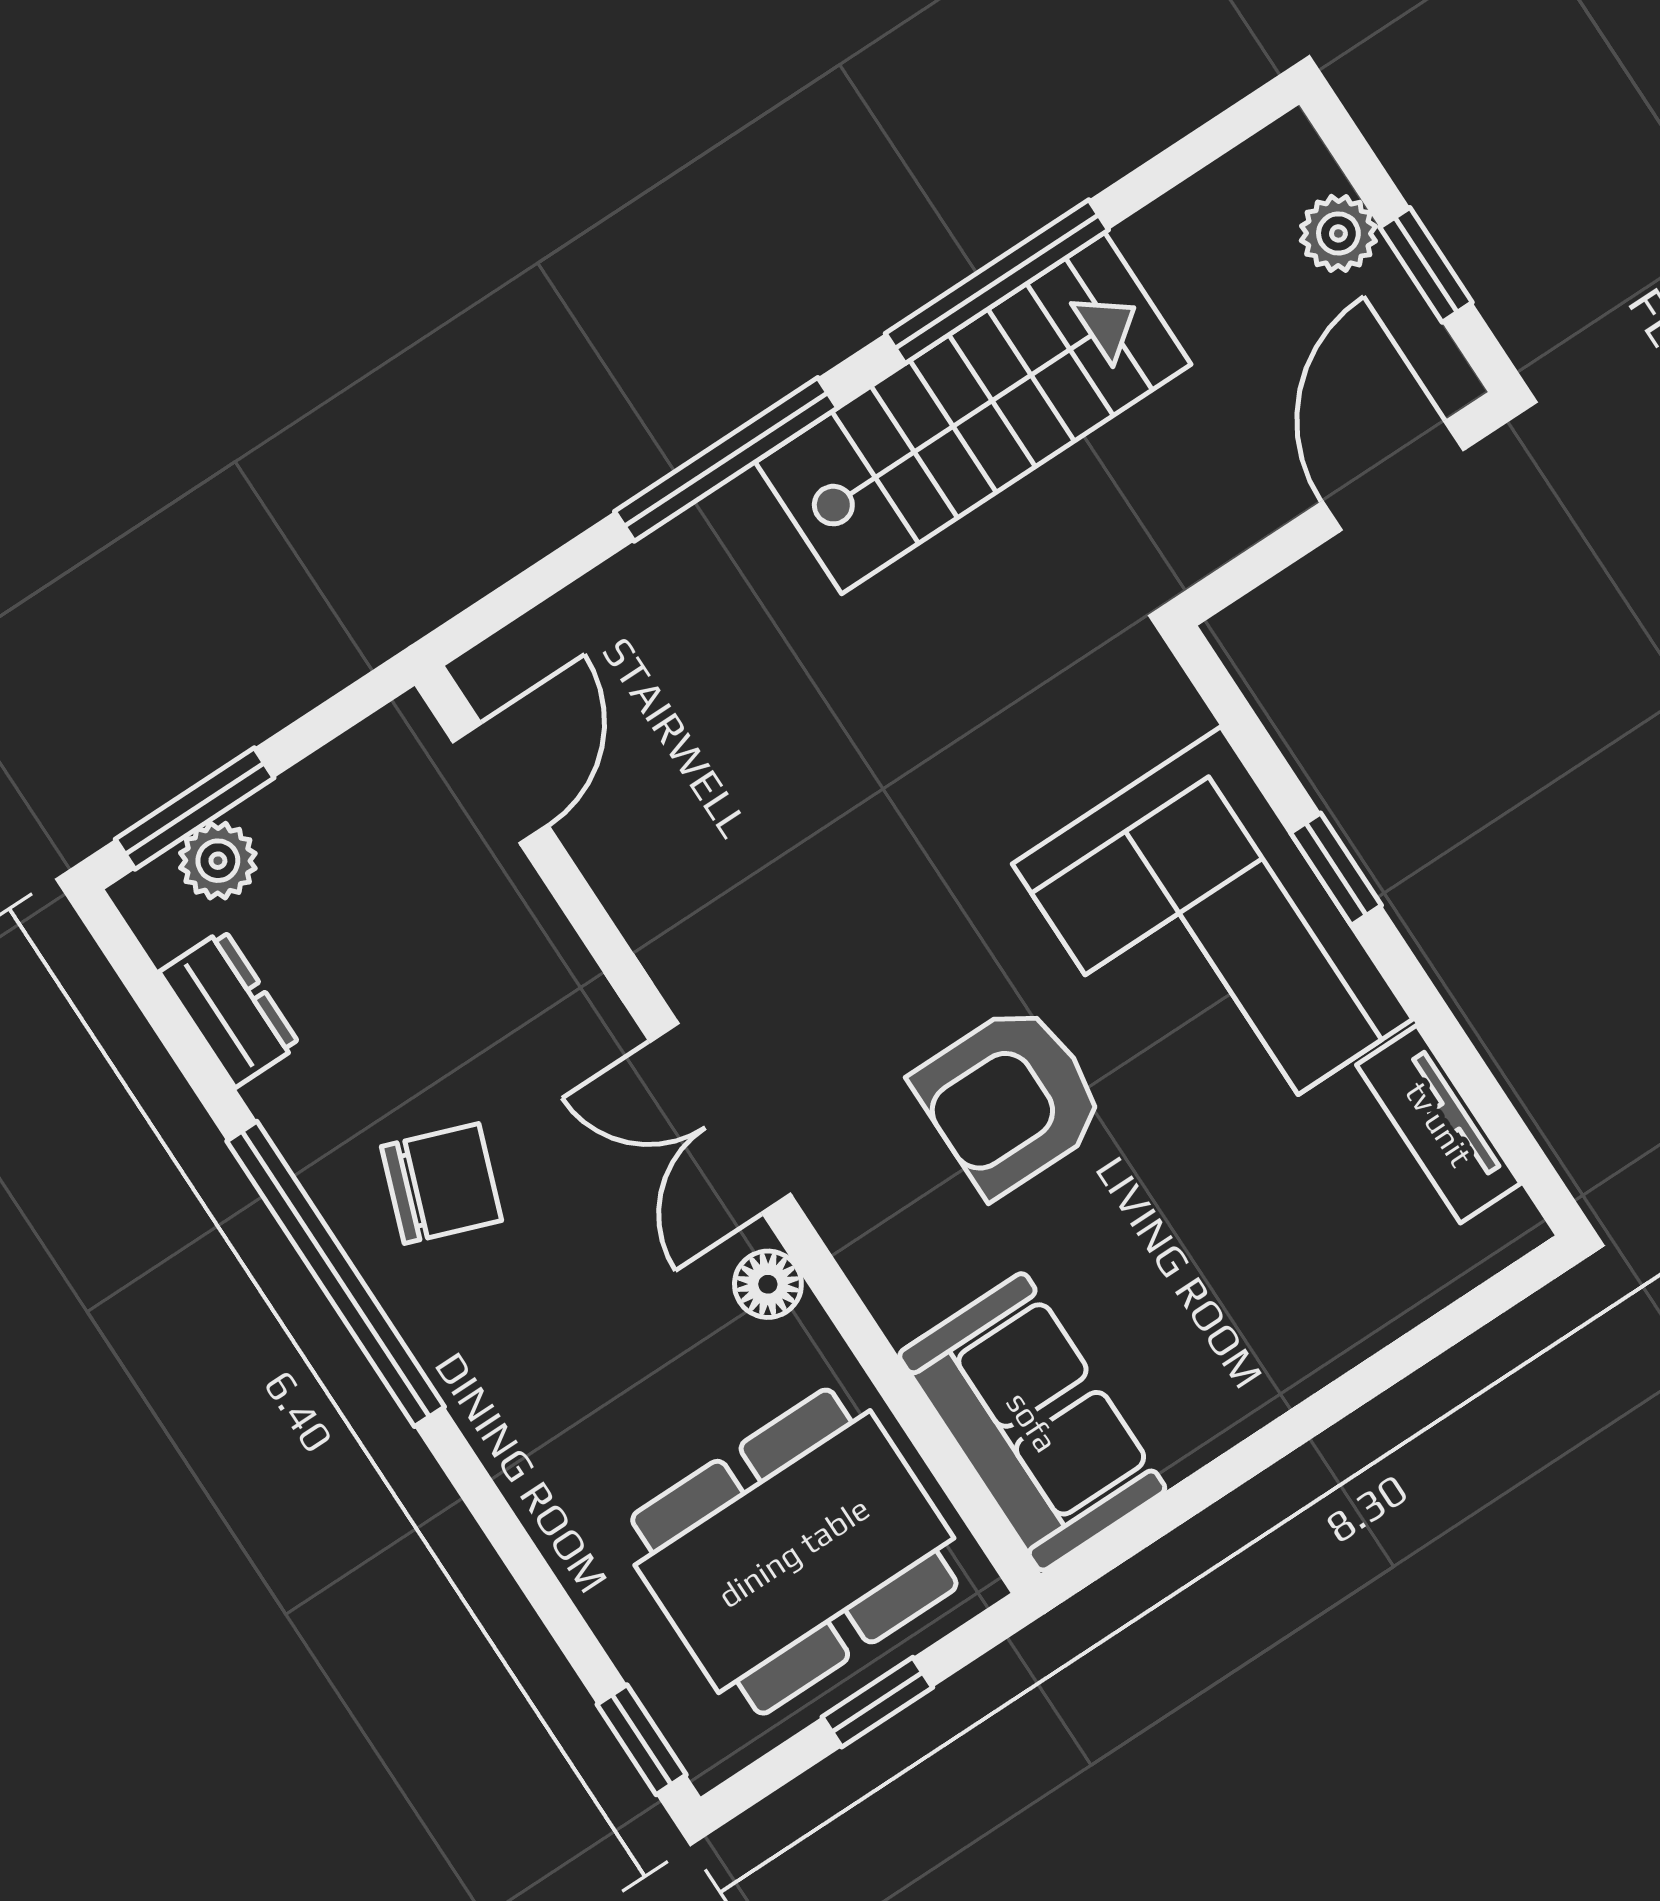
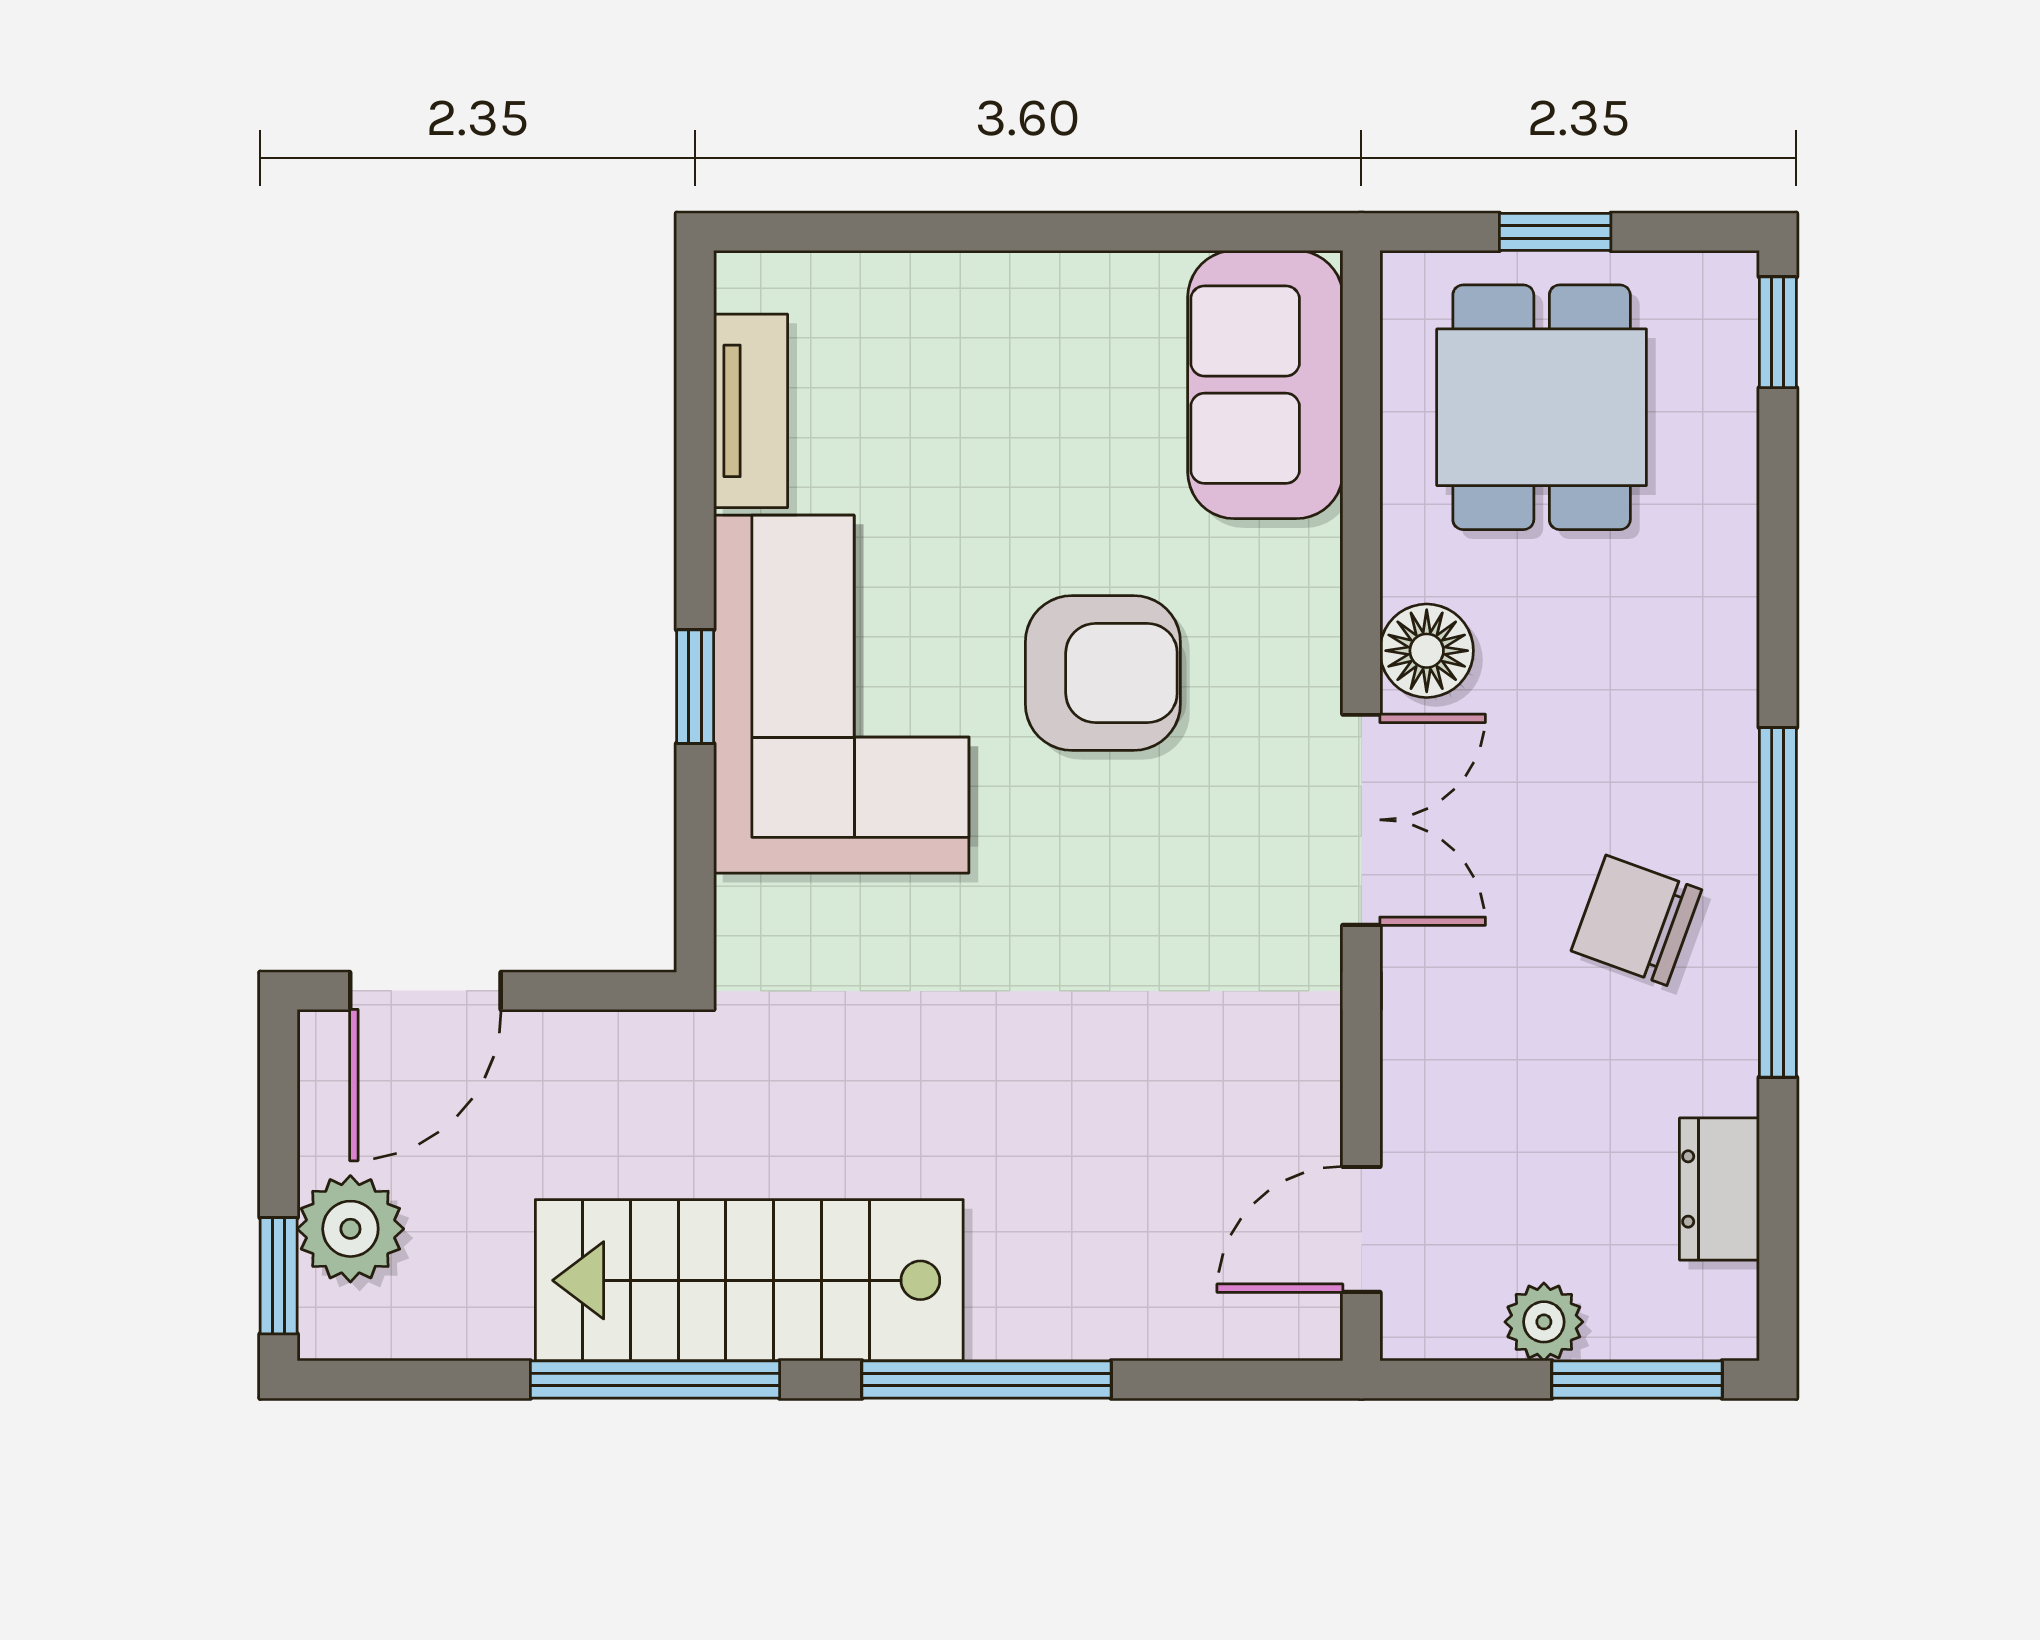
plant: (1338, 233) -> (350, 1229), width x1.38, depth x1.38
window: (1426, 265) -> (279, 1276), moved
plant: (218, 861) -> (1544, 1322), moved
floor lamp: (768, 1284) -> (1427, 651), width x1.37, depth x1.37
dining table: (794, 1552) -> (1542, 407), width x0.73

